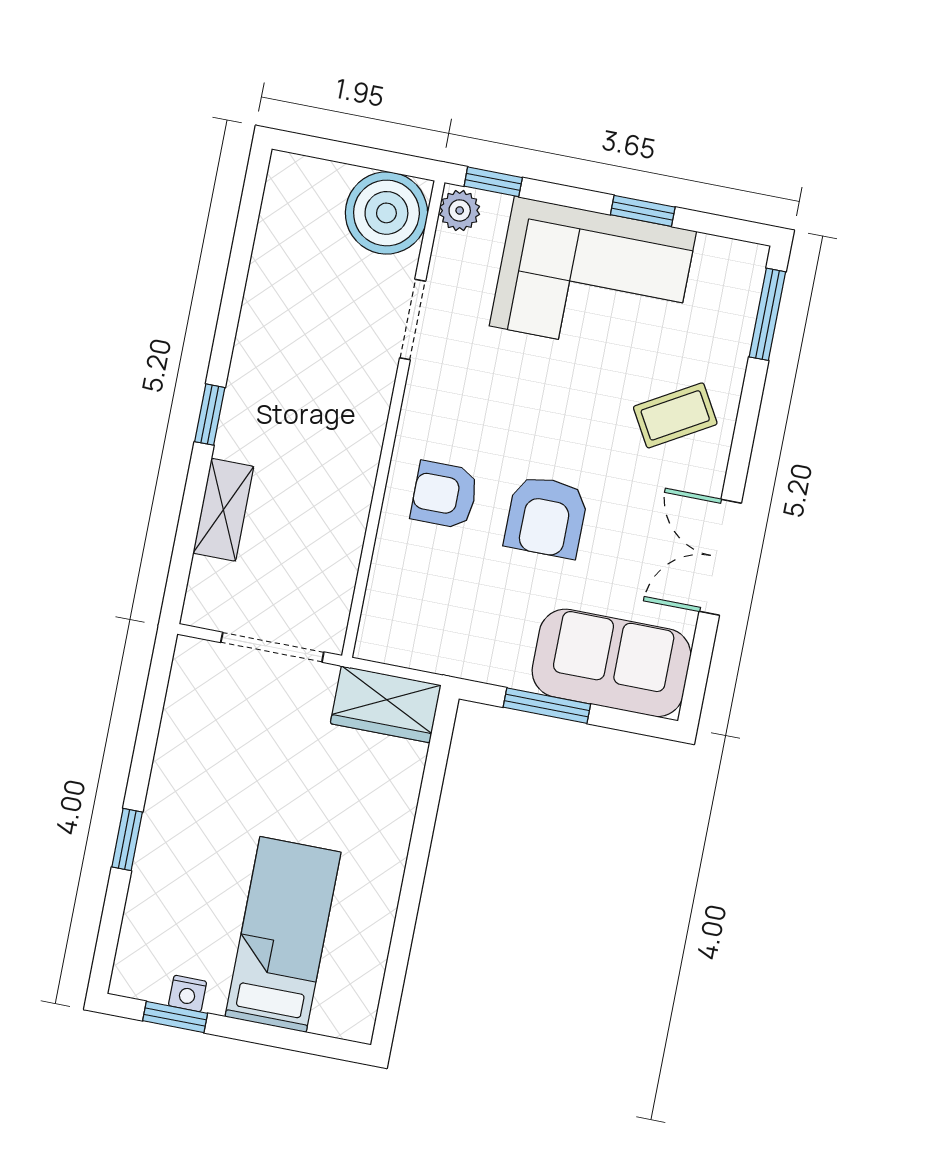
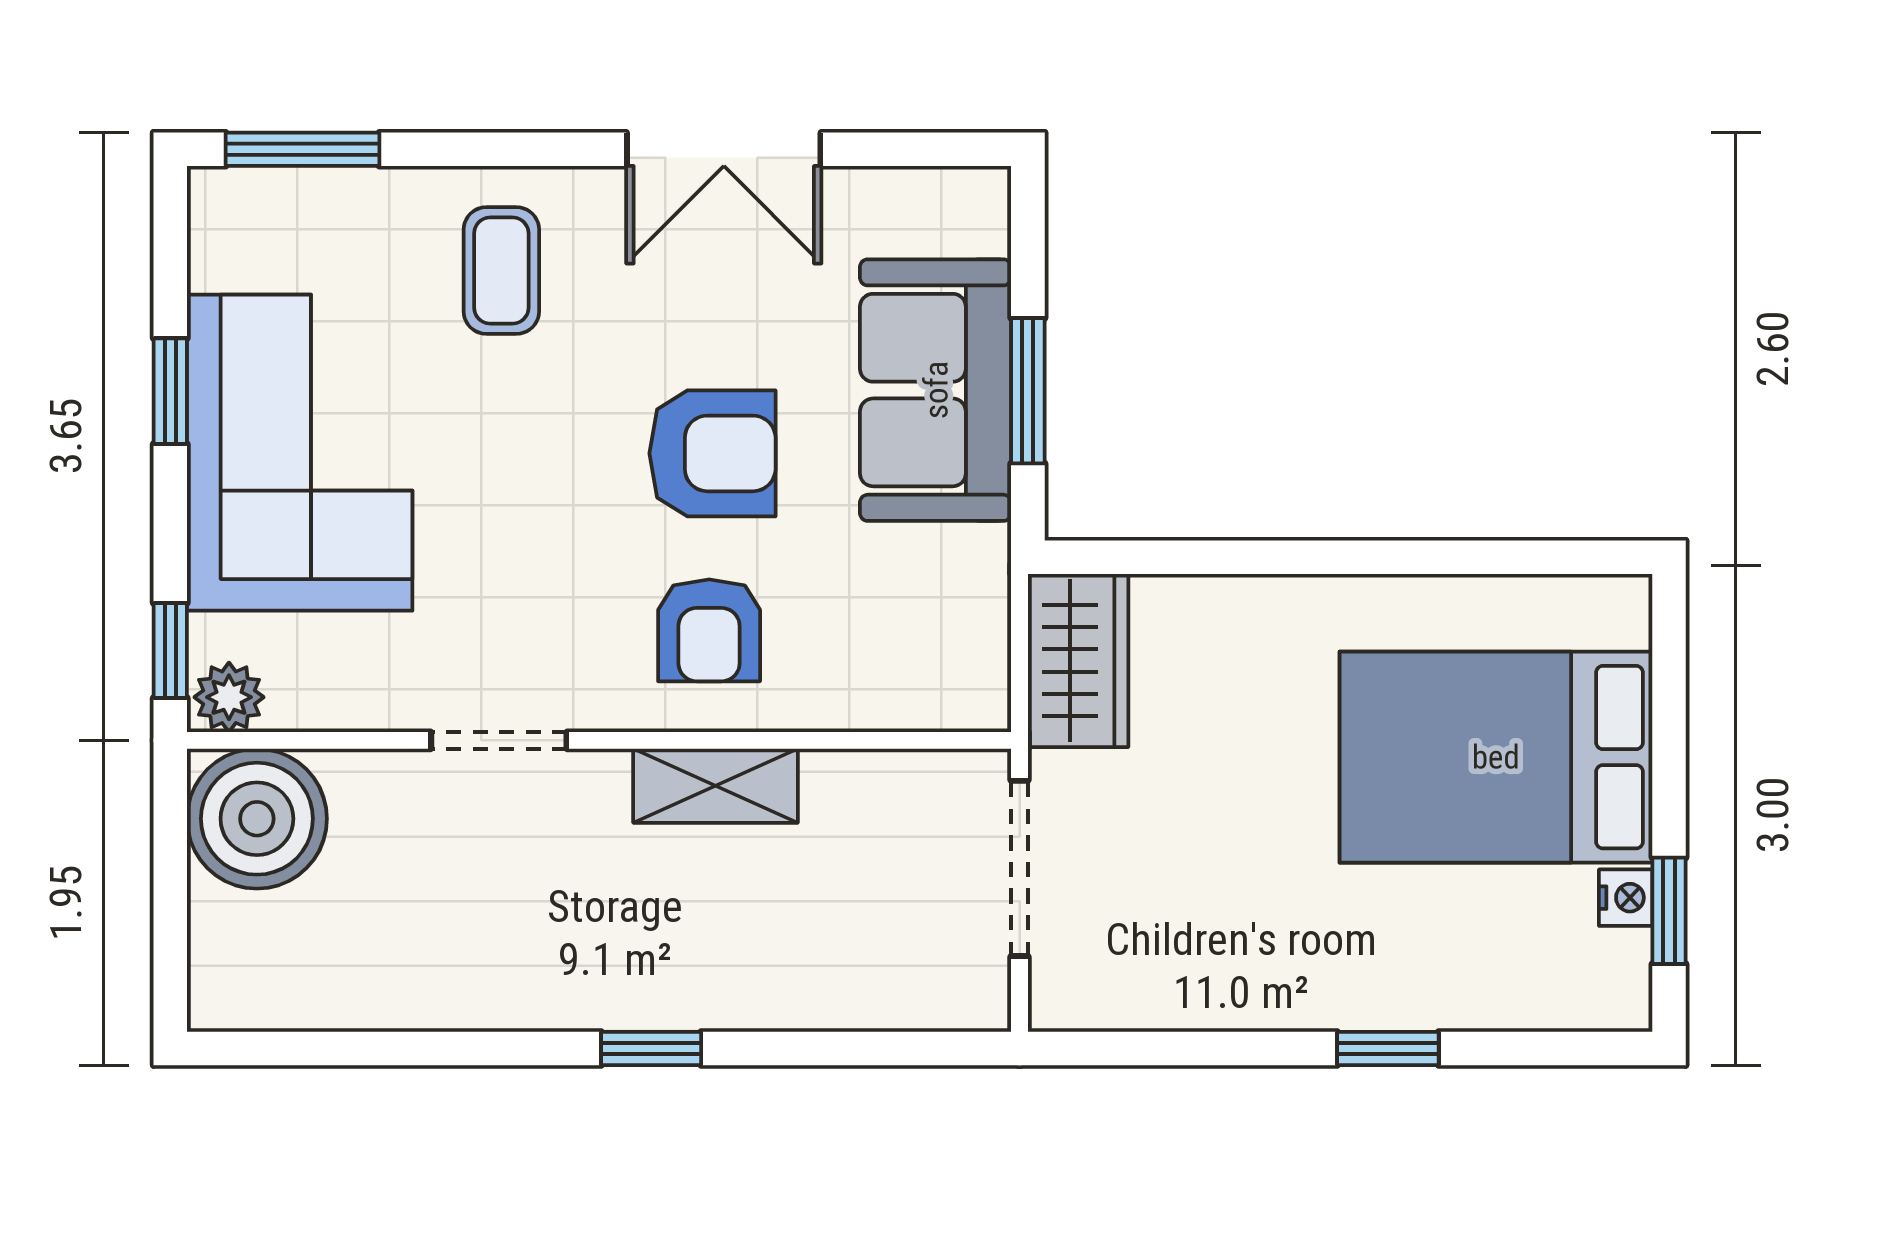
doorway: (413, 319) -> (499, 740), moved
coffee table: (675, 415) -> (501, 271), turned 30
shelving: (223, 510) -> (715, 786), moved
sofa: (611, 663) -> (936, 390), moved
bed: (283, 934) -> (1496, 757), width x1.50

